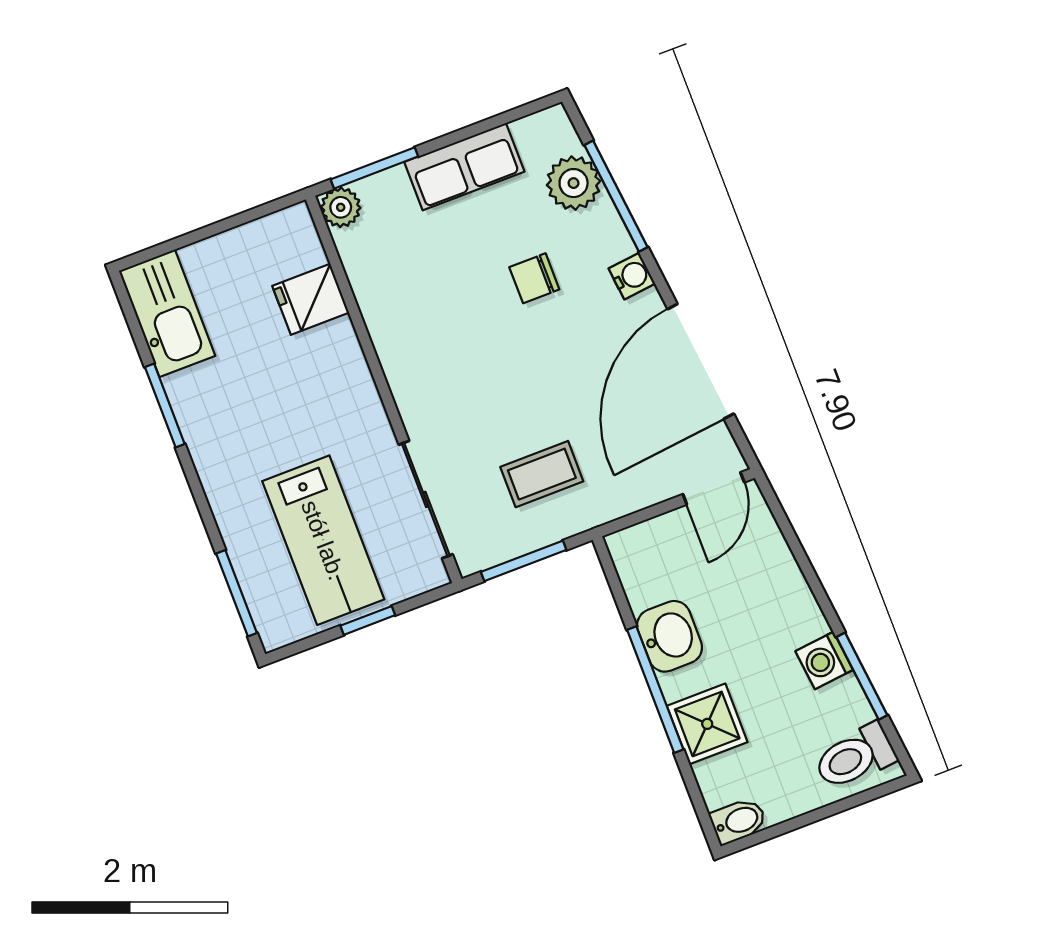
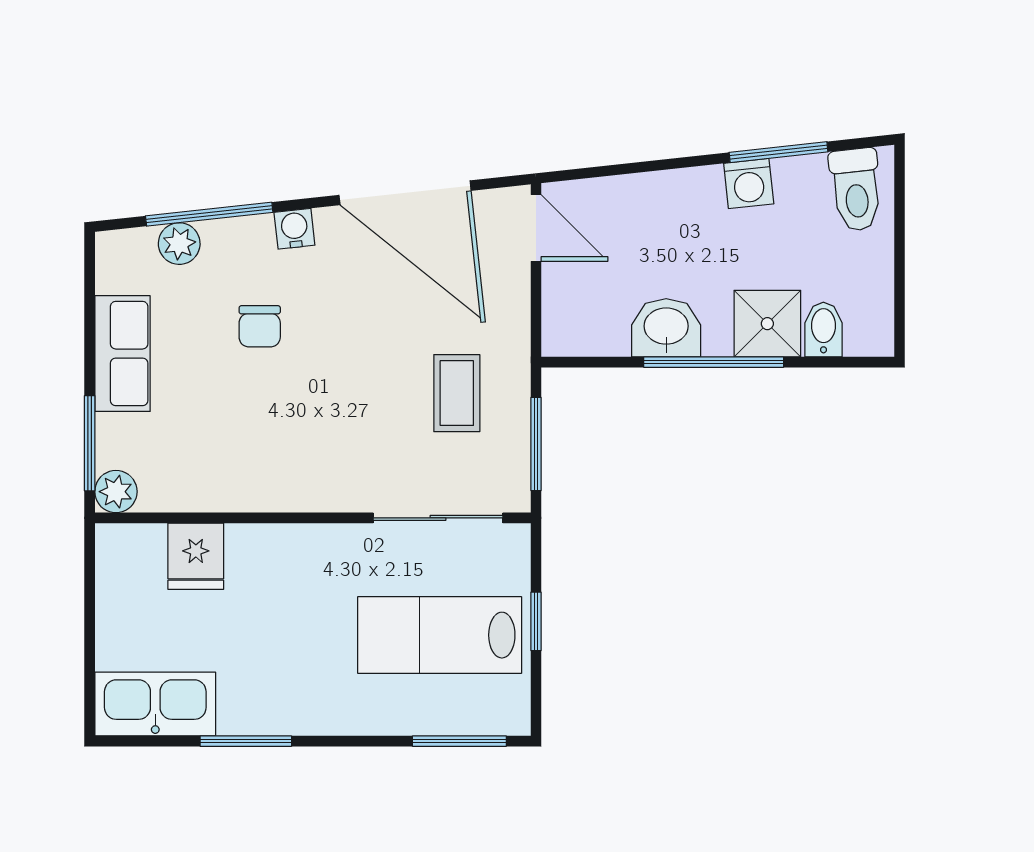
plant: (574, 183) -> (179, 244), width x0.73, depth x0.73
lab bench: (323, 540) -> (440, 635), turned 180
bidet: (738, 821) -> (823, 330), moved

